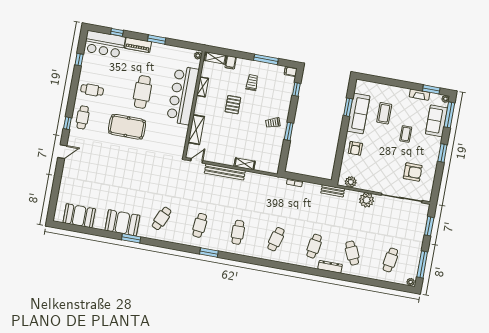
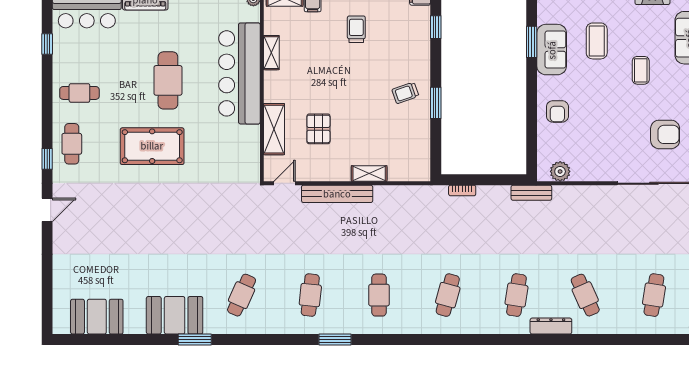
pallet: (233, 105) -> (318, 129), moved
sofa: (358, 113) -> (552, 50), width x0.73
plant: (367, 200) -> (593, 198), removed

